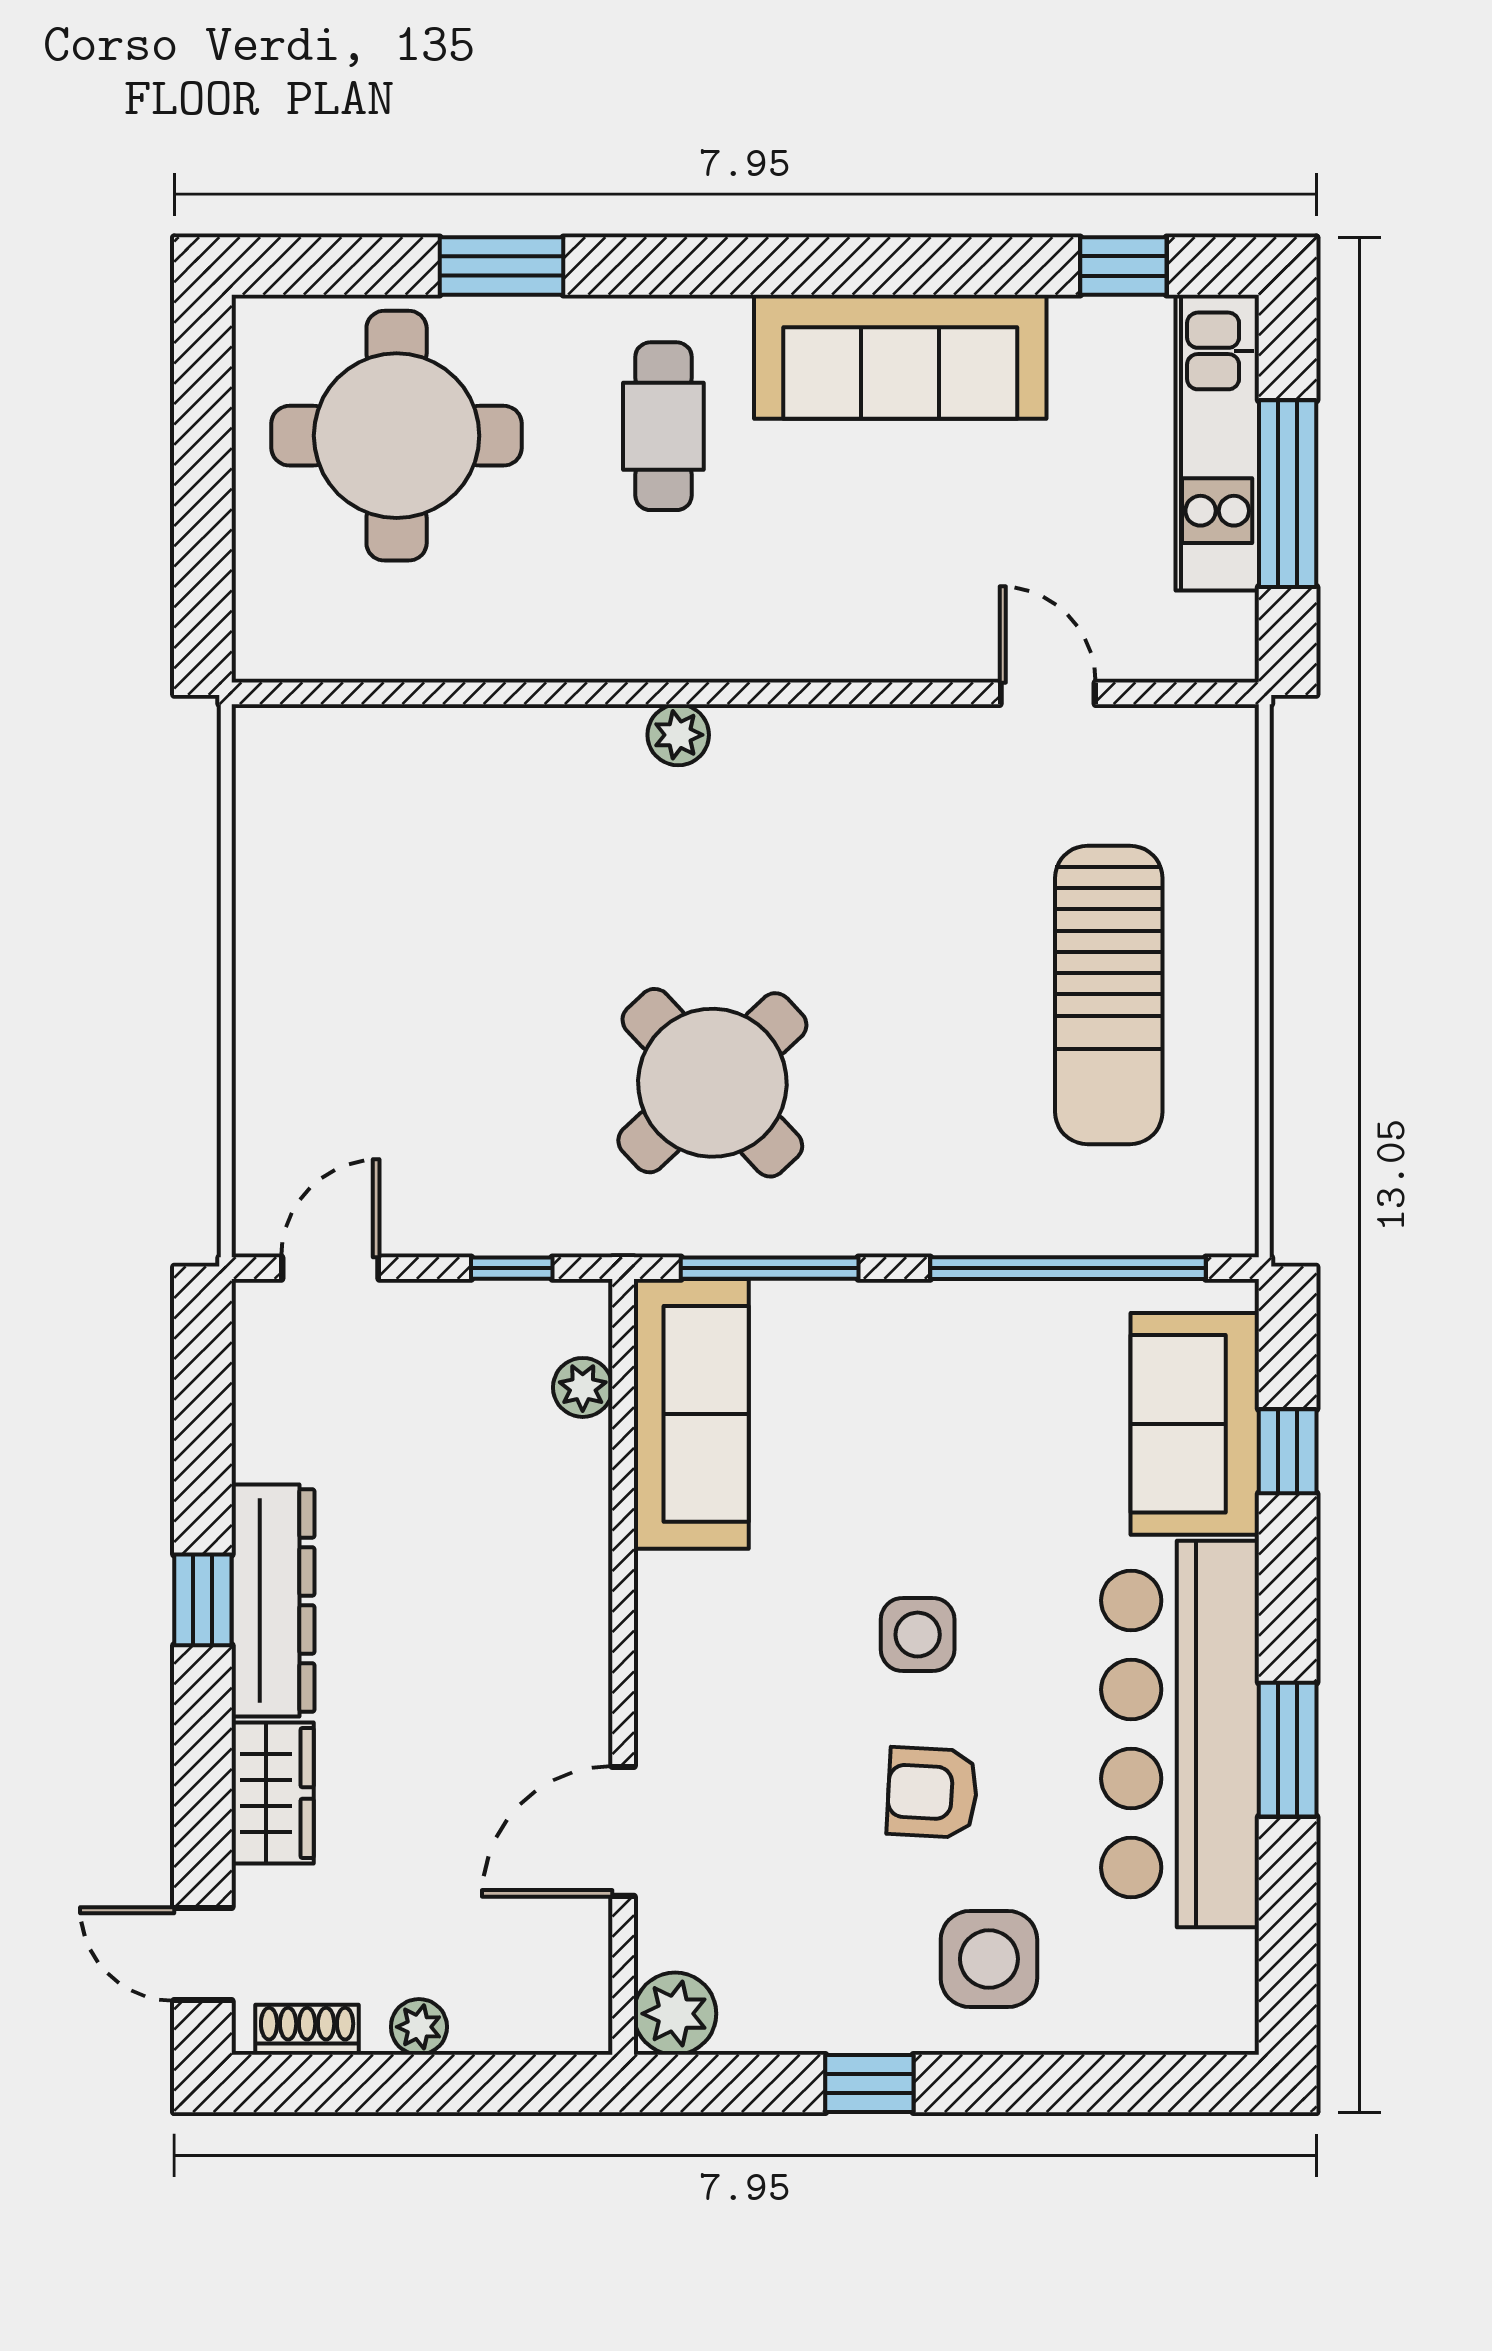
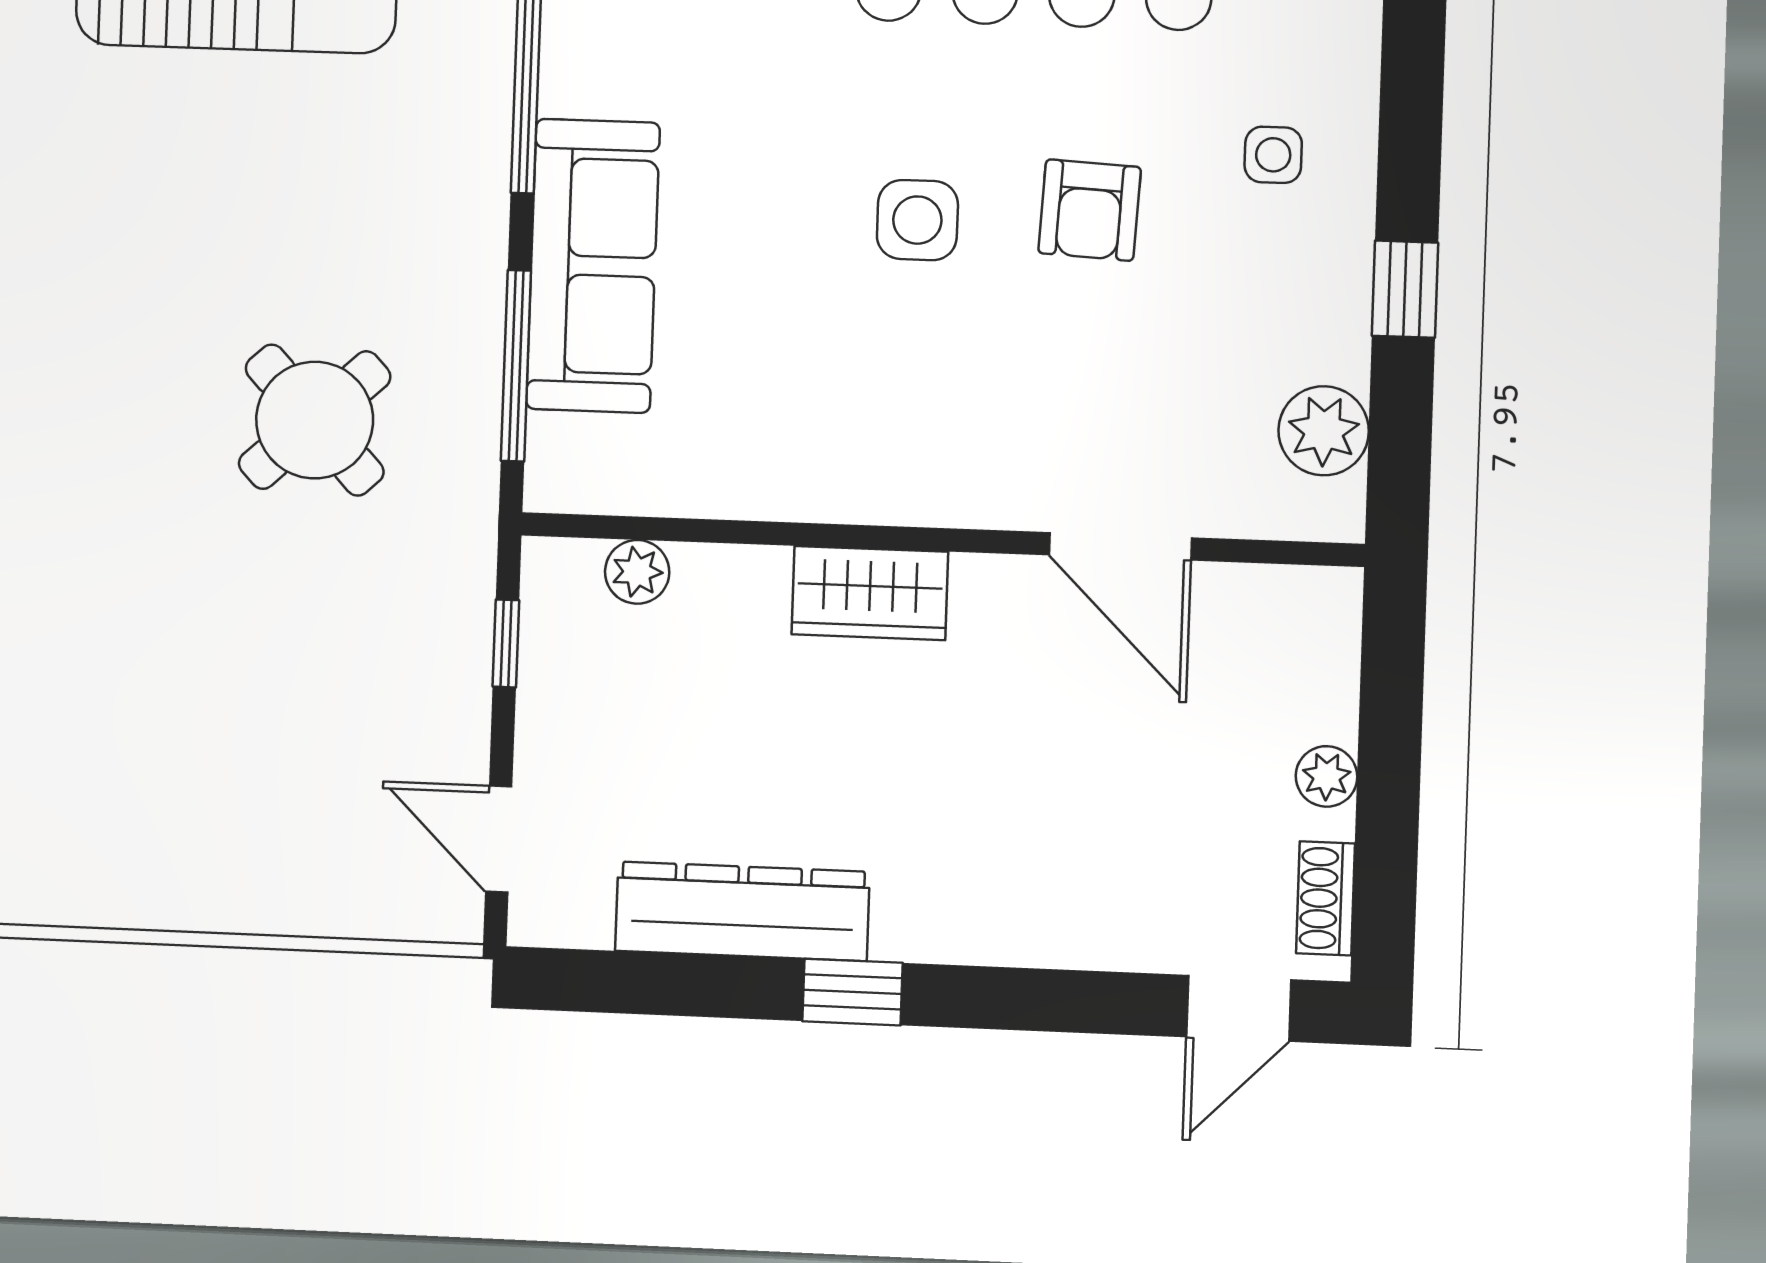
round table: (712, 1083) -> (315, 420), width x0.73, depth x0.73
sofa: (691, 1414) -> (593, 266), moved, turned 90
dresser: (273, 1600) -> (742, 911), moved
wardrobe: (273, 1793) -> (870, 593), moved, turned 180
side table: (989, 1959) -> (1273, 155), width x0.54, depth x0.54
plant: (675, 2014) -> (1324, 431), moved

